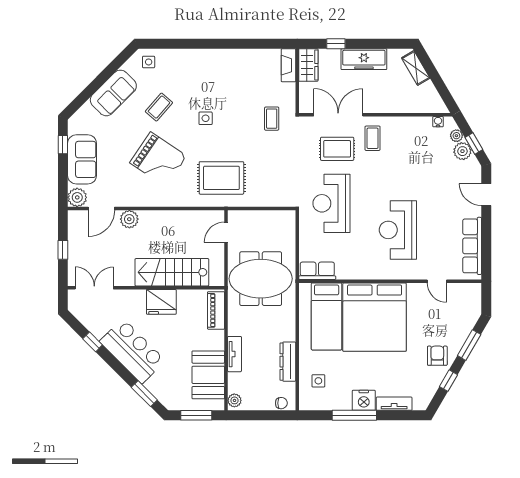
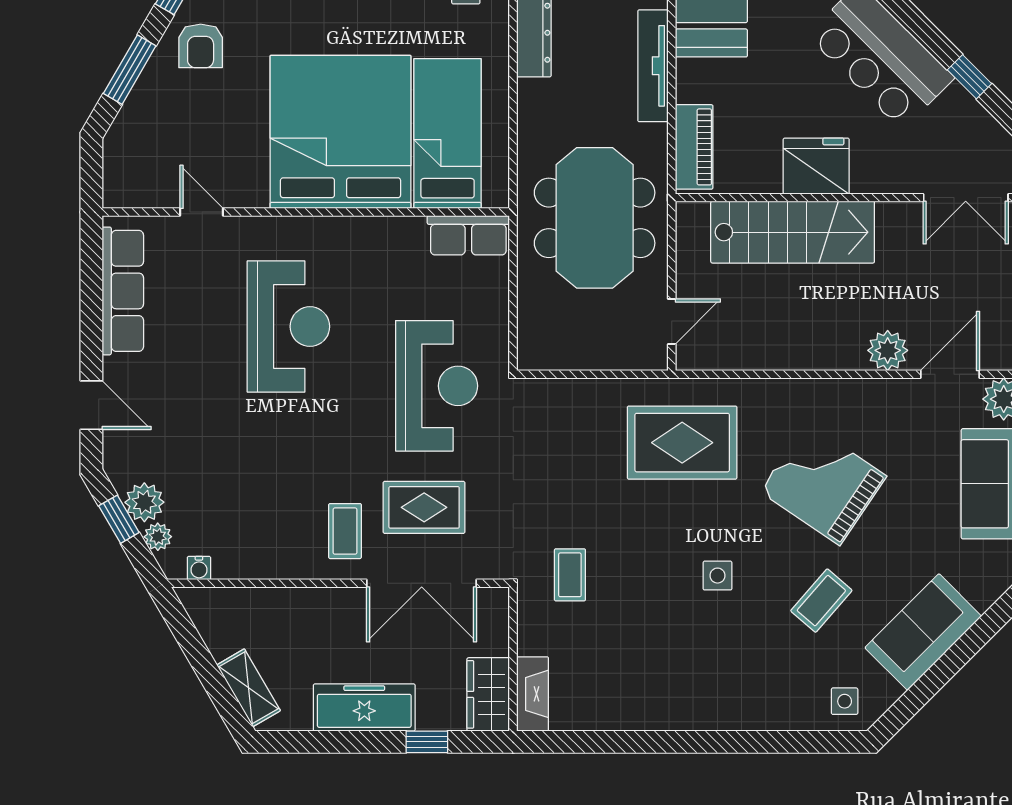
meeting table: (261, 279) -> (595, 218), turned 90
tv unit: (234, 354) -> (653, 66), width x1.41

